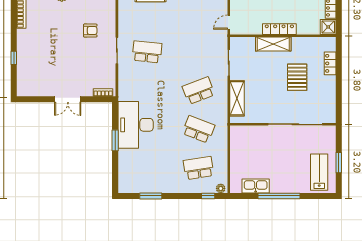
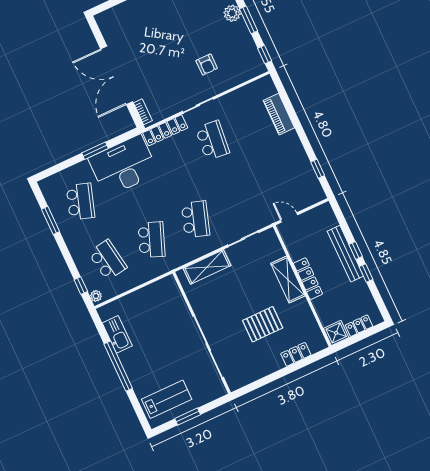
locker: (124, 83) -> (165, 130), added
school desk: (199, 91) -> (196, 219), turned 39
double door: (68, 99) -> (117, 75), width x1.87
school desk: (147, 168) -> (80, 202), added

